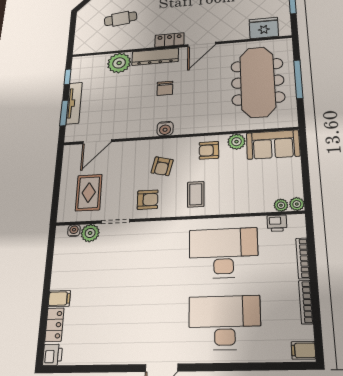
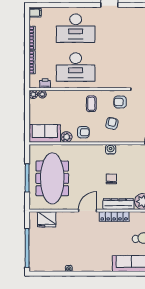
locker: (169, 40) -> (114, 216), width x1.53

